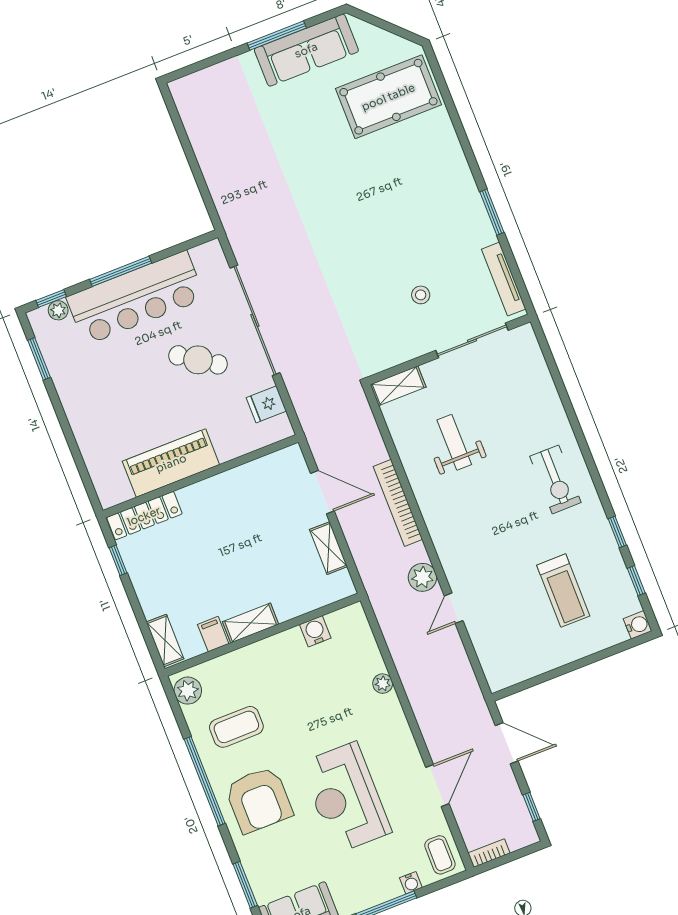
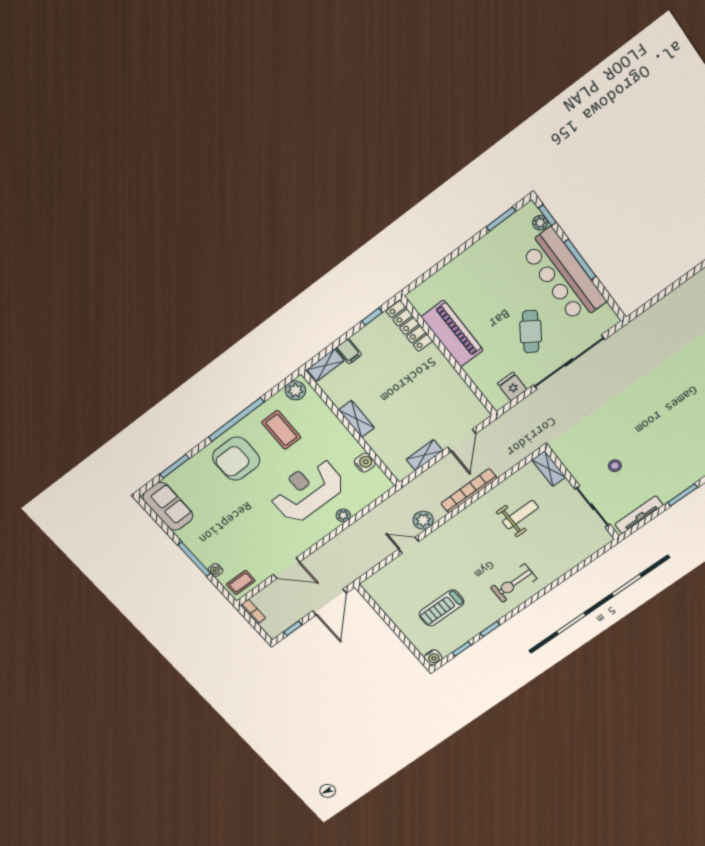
filing cabinet: (213, 634) -> (349, 351), moved, turned 90
door: (507, 743) -> (329, 602), width x1.36
reception desk: (346, 798) -> (307, 490), moved

